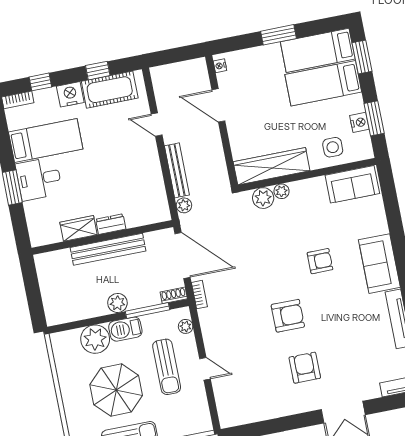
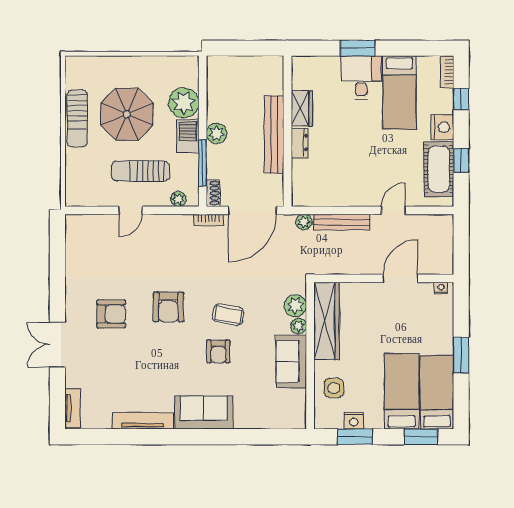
sofa: (352, 184) -> (291, 362), moved
coffee table: (284, 259) -> (228, 315), added

